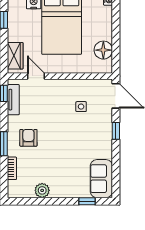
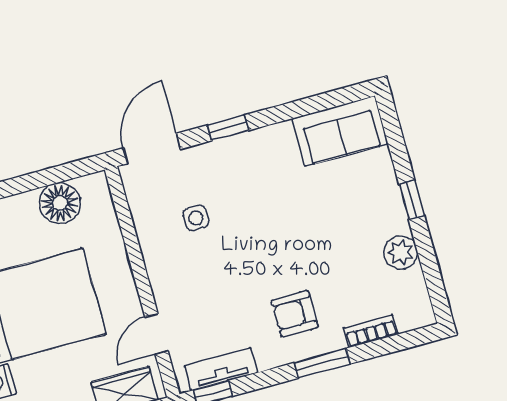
window: (87, 201) -> (412, 200), moved

